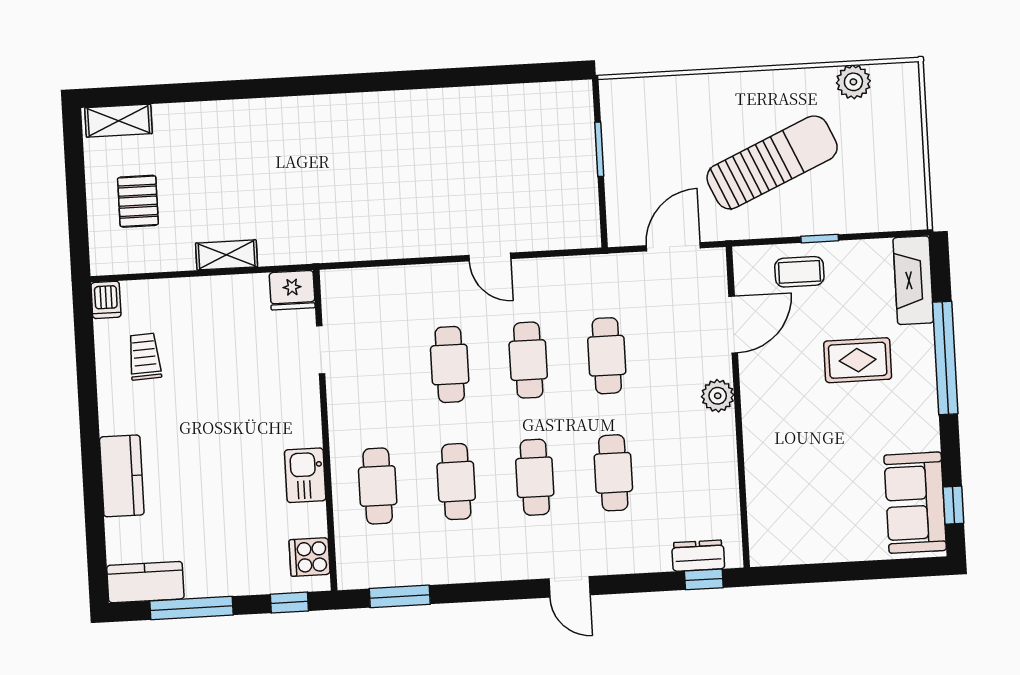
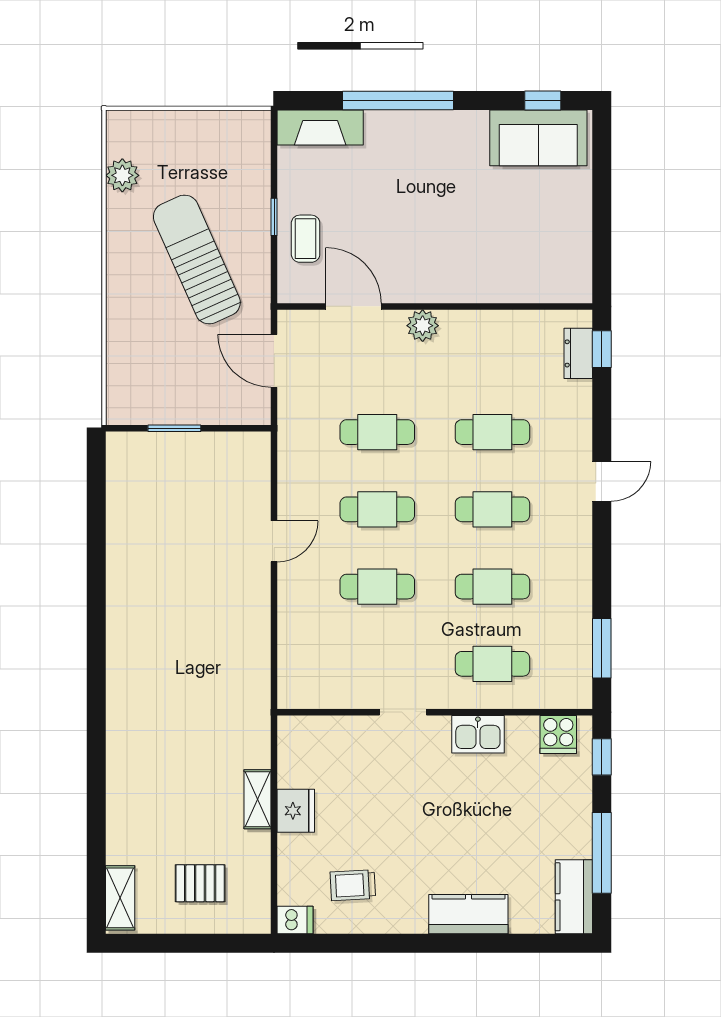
fridge: (292, 290) -> (296, 811), moved
doorway: (321, 350) -> (403, 712), moved
rug: (858, 360) -> (395, 186), removed

